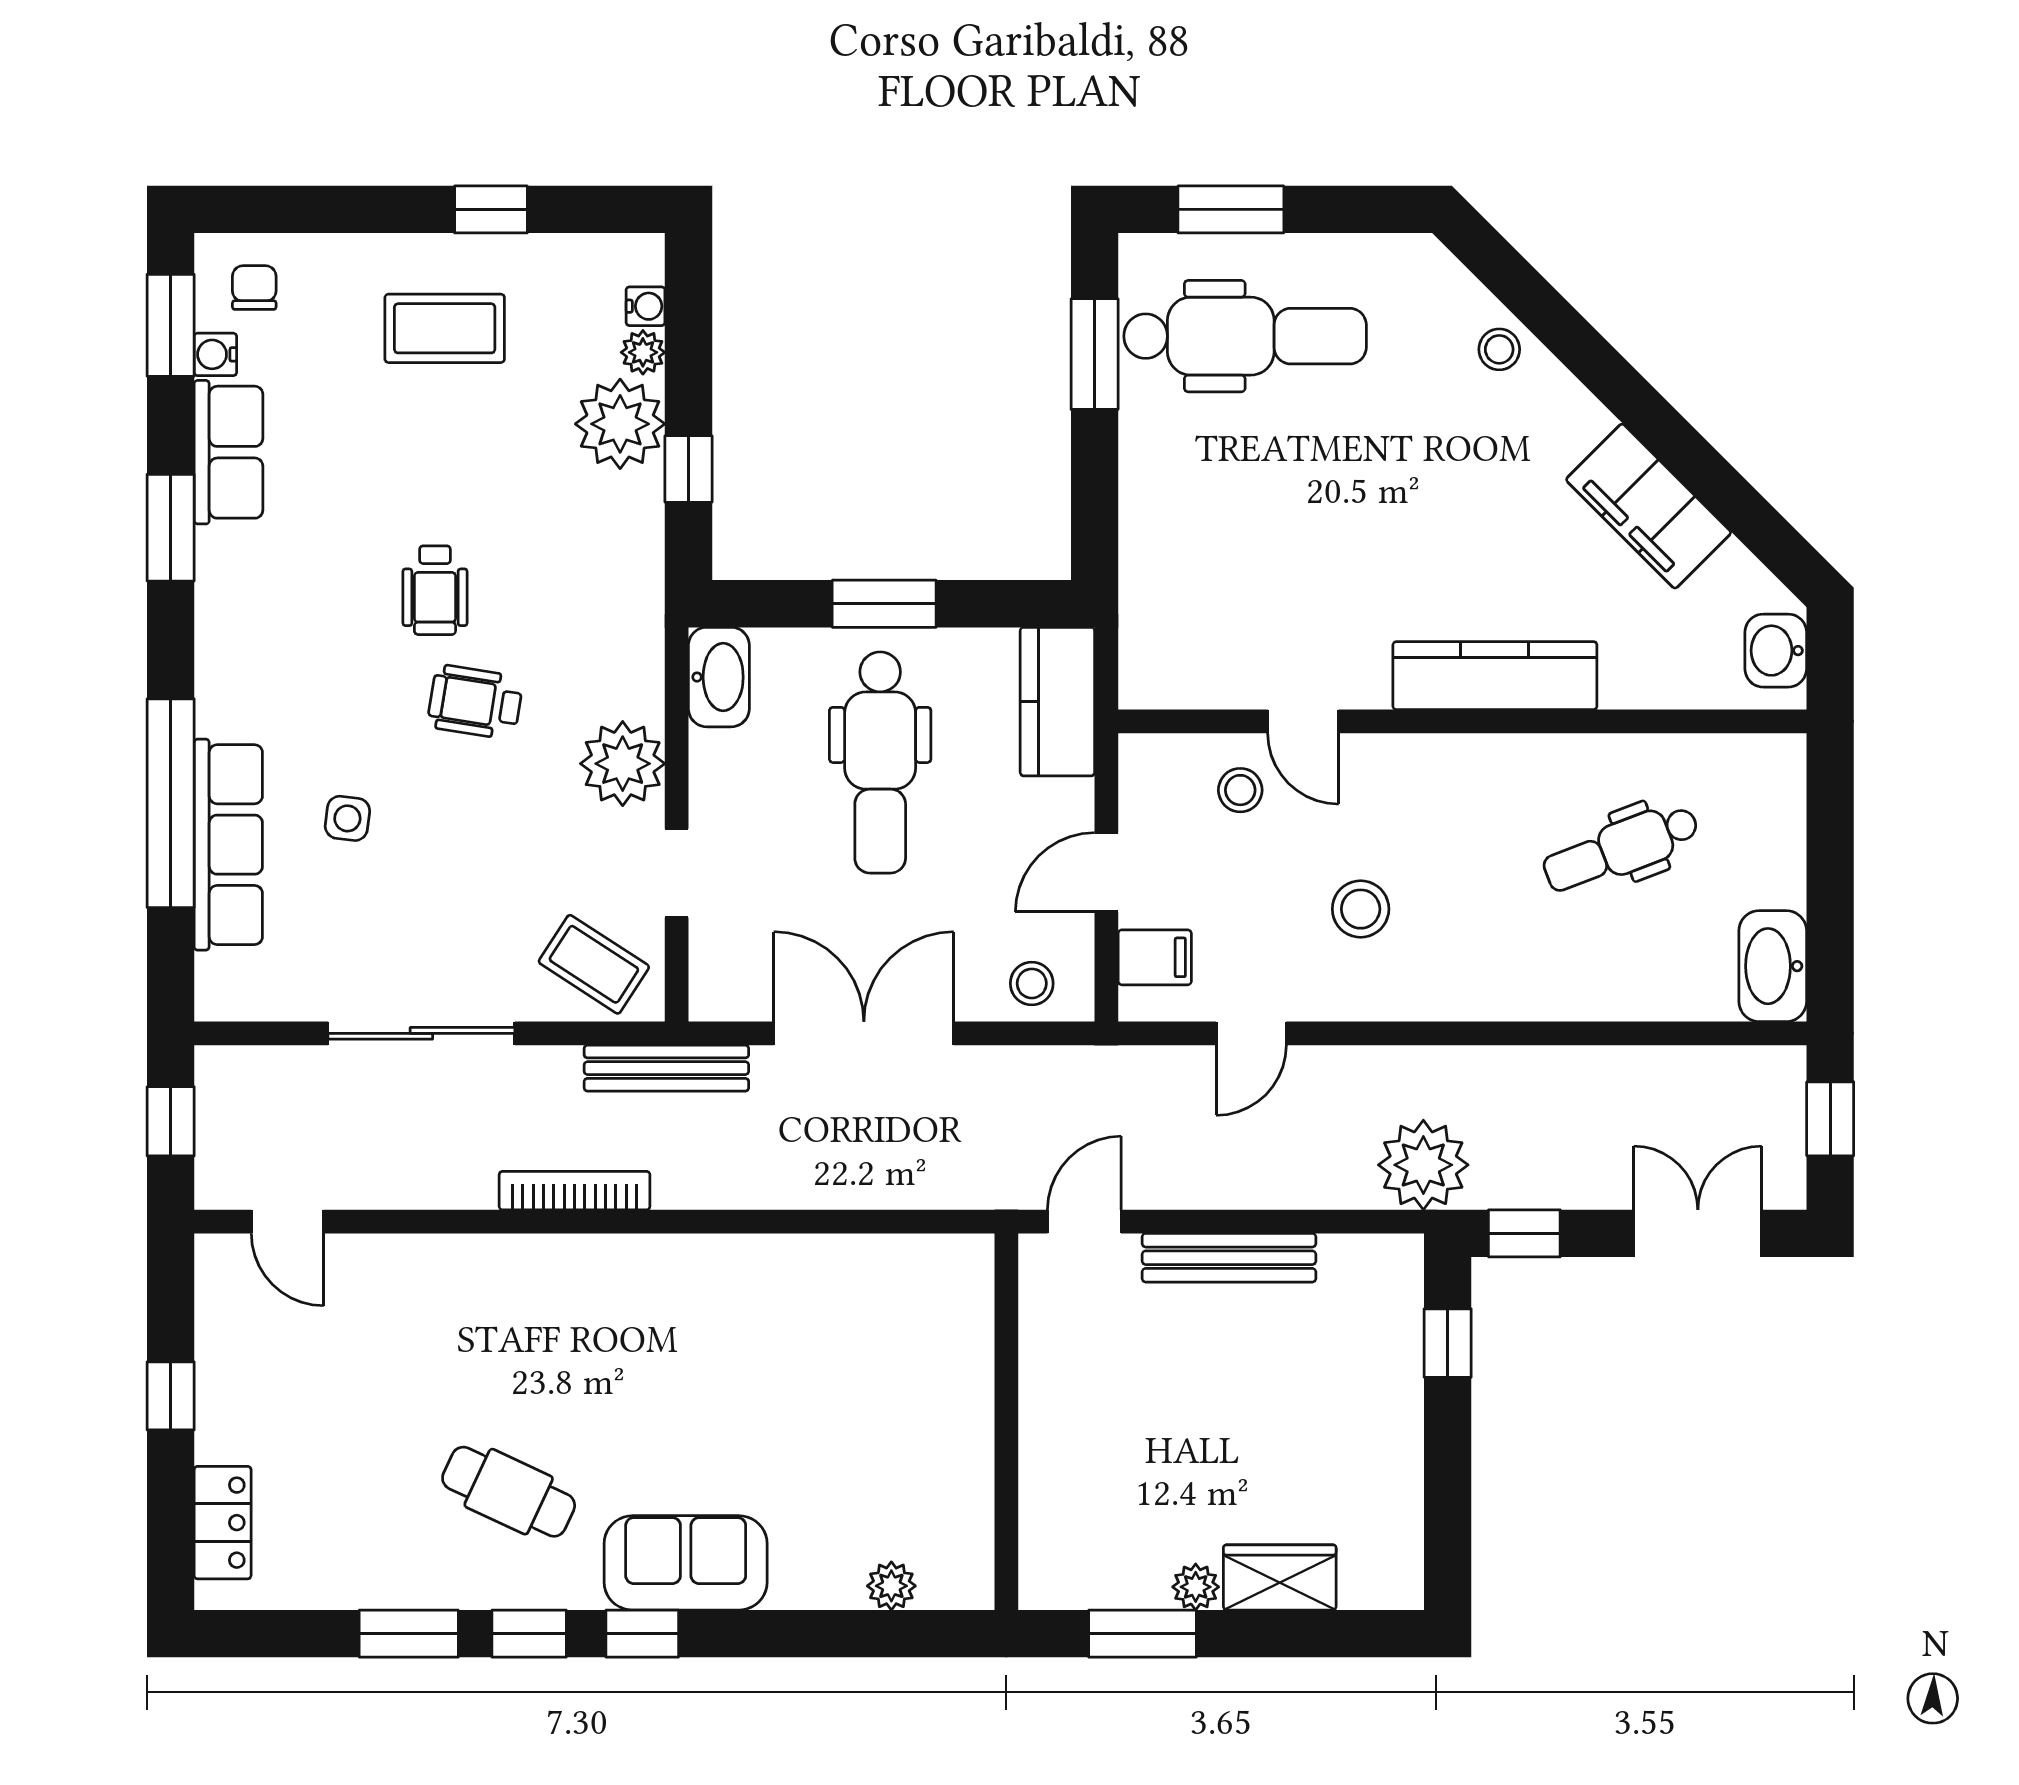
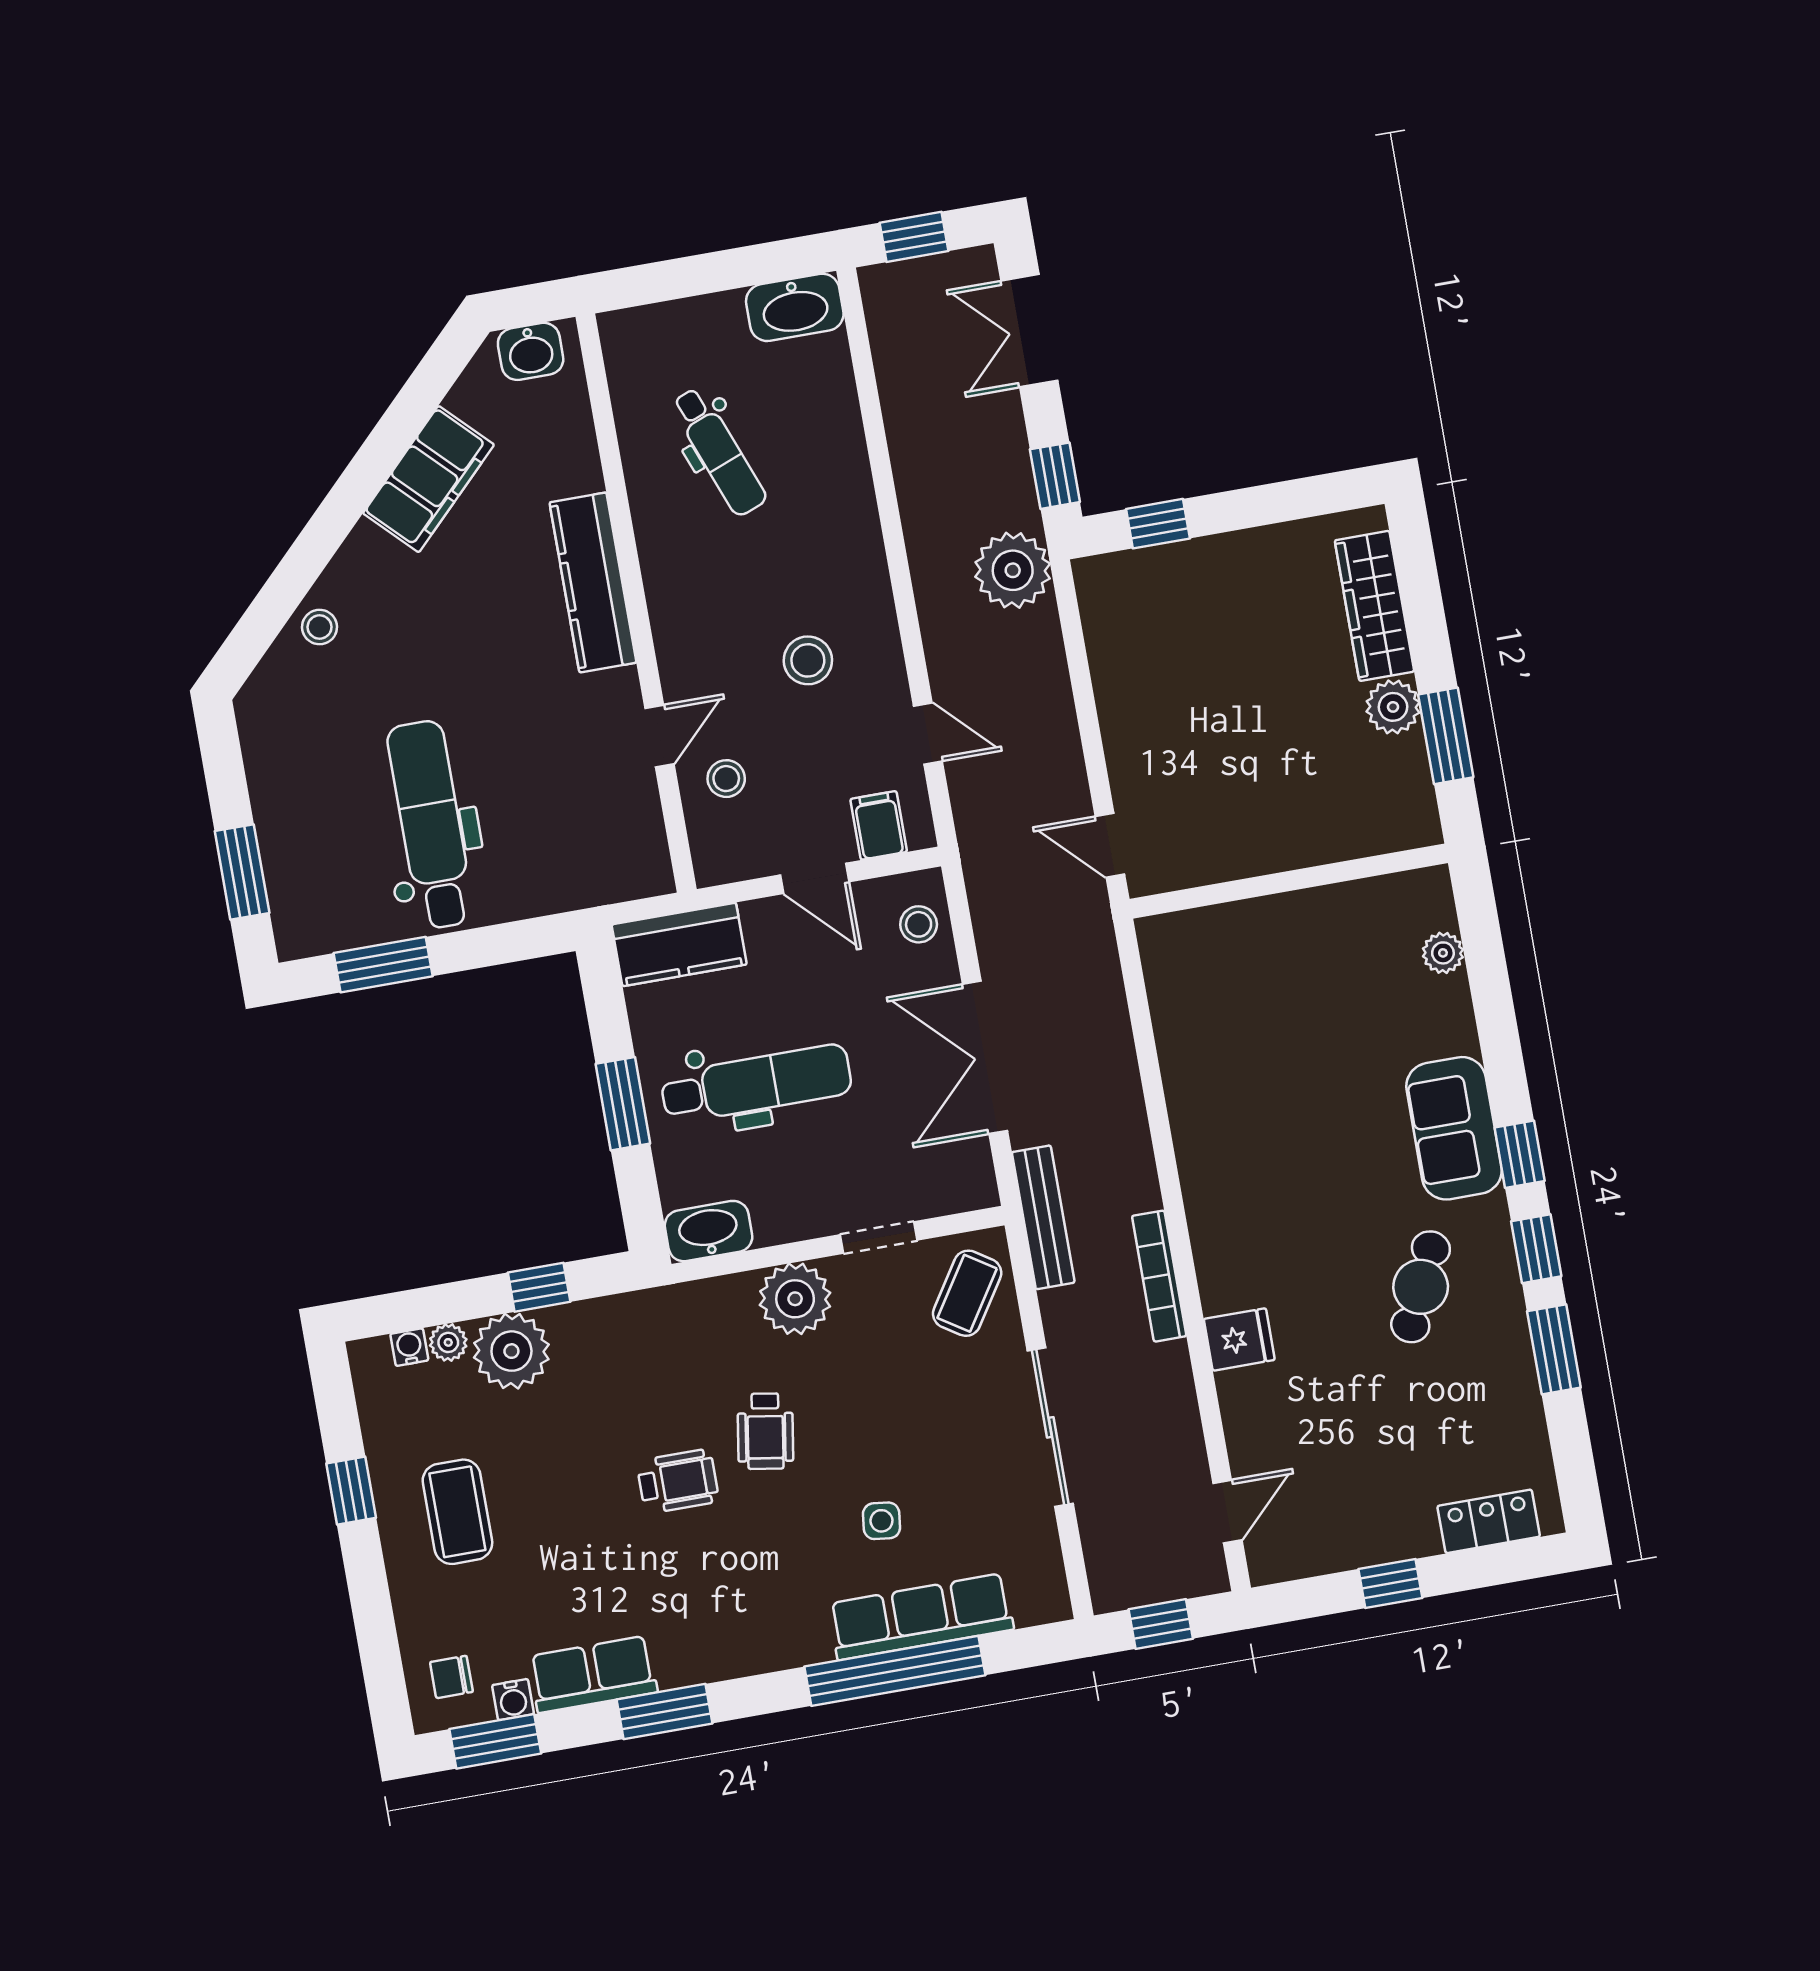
dental chair: (1245, 336) -> (431, 825), moved
bench: (1229, 1258) -> (1119, 719), removed
fridge: (485, 1271) -> (1239, 1339), added
wardrobe: (1280, 1577) -> (1374, 606), width x1.50
plant: (1196, 1587) -> (1393, 707), width x1.38, depth x1.38

